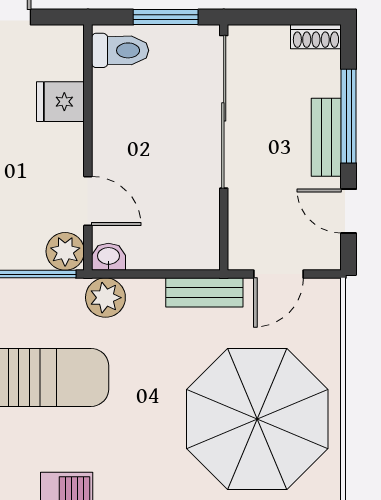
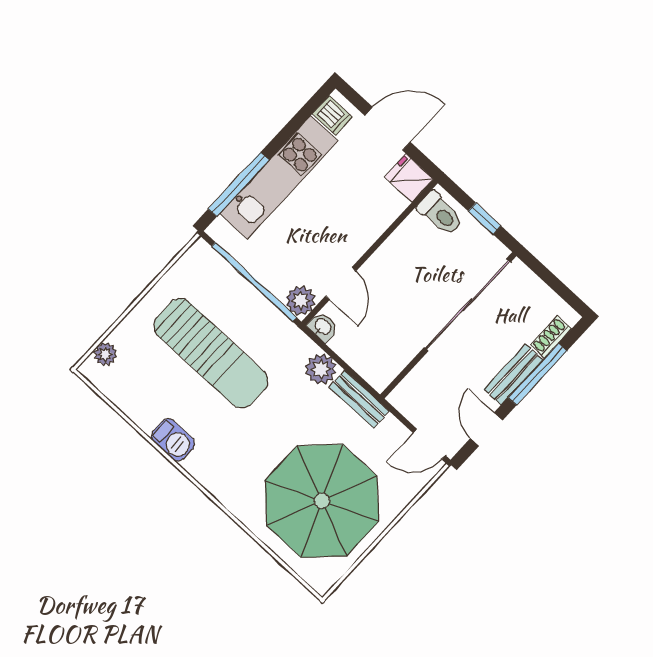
window: (166, 17) -> (485, 219), width x0.67
shoe rack: (316, 37) -> (551, 337), moved, turned 90
fridge: (60, 102) -> (409, 178), moved
door: (279, 274) -> (429, 444), moved
plant: (105, 298) -> (321, 369), moved

